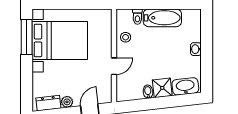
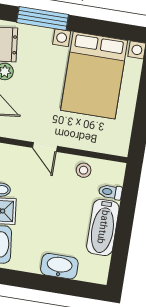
window: (27, 37) -> (43, 18), moved
washbasin: (196, 49) -> (59, 266), width x1.91, depth x1.45

